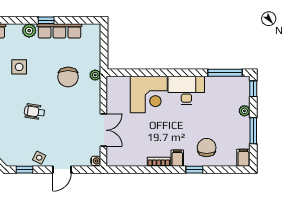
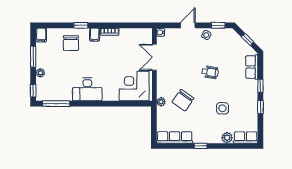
plant: (29, 31) -> (227, 138), moved
row of seats: (59, 31) -> (175, 137), moved
chair: (68, 77) -> (183, 100), turned -145
corner desk: (149, 95) -> (134, 86), moved

